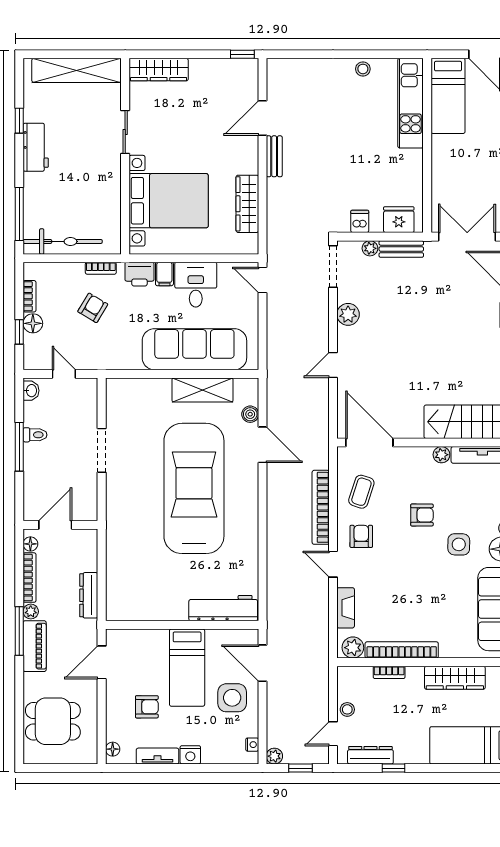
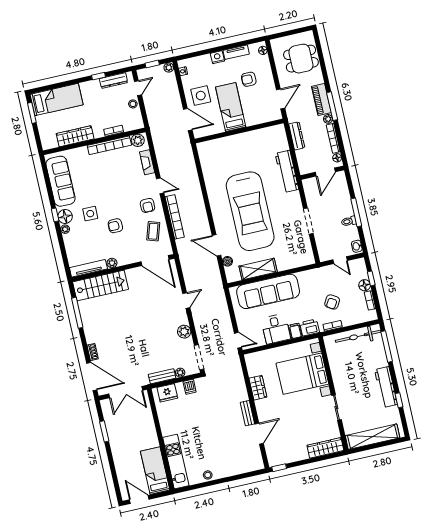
workbench: (36, 147) -> (386, 387), width x1.37
wardrobe: (247, 204) -> (258, 388), width x0.67
workbench: (223, 608) -> (287, 171), moved, turned 90

